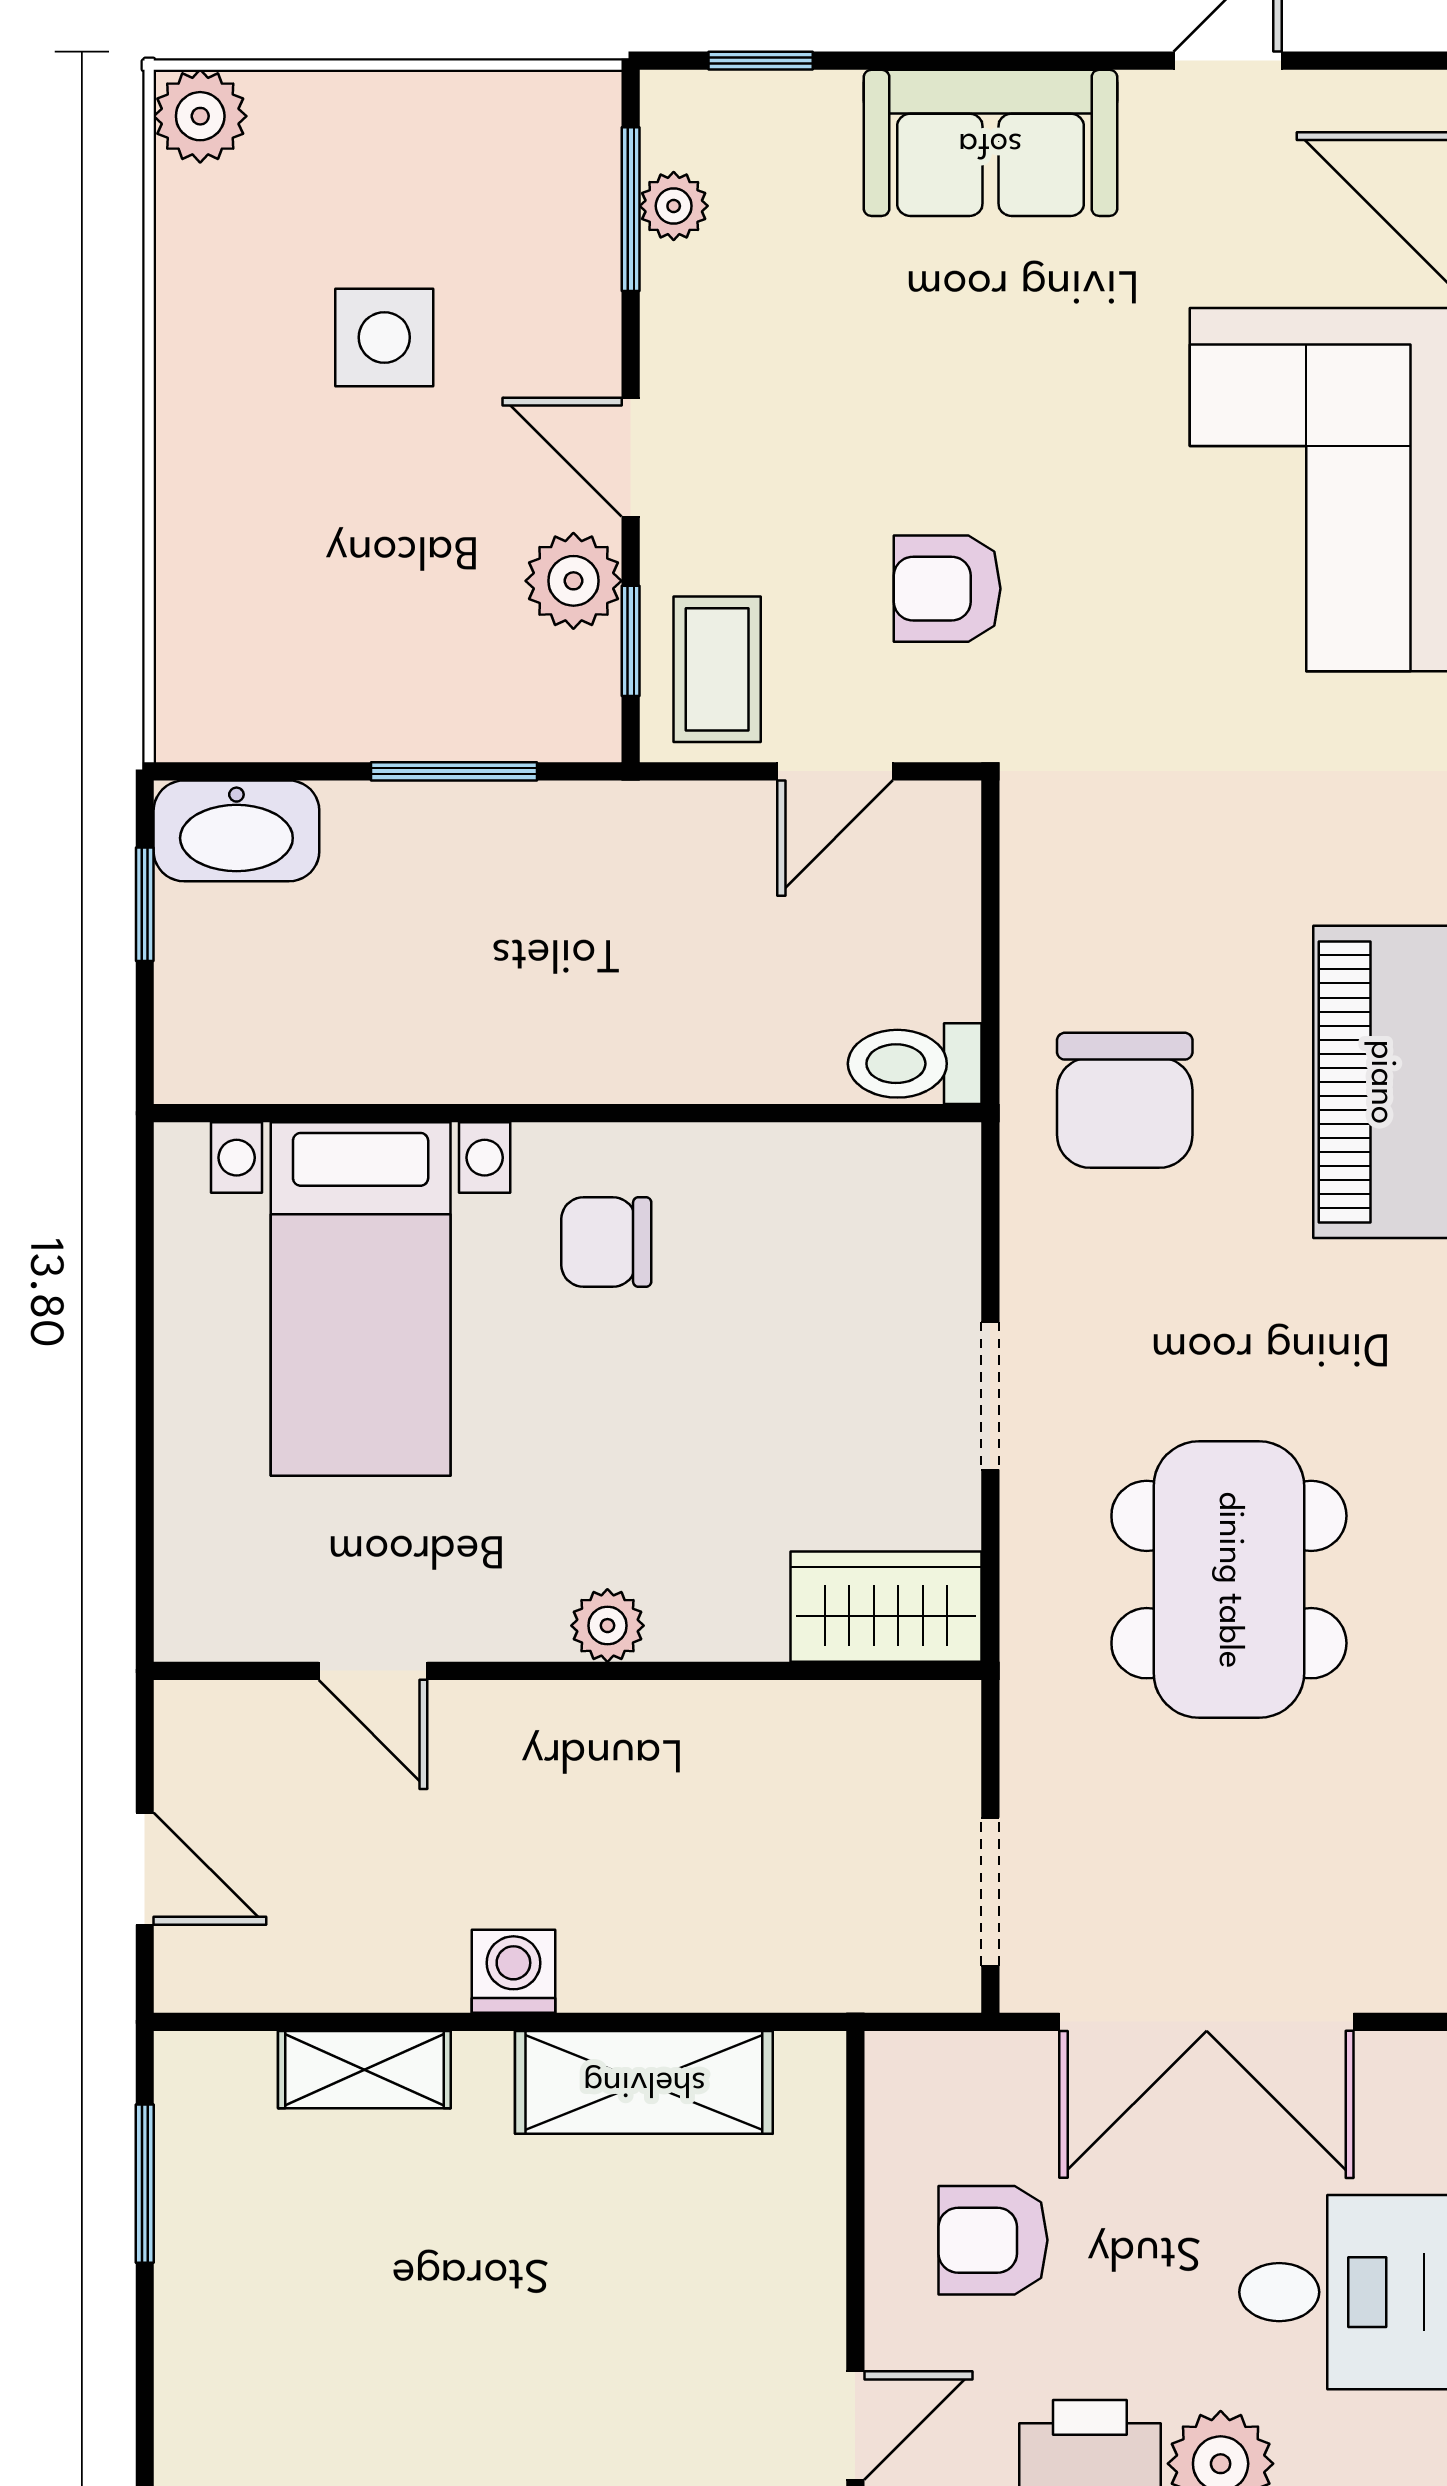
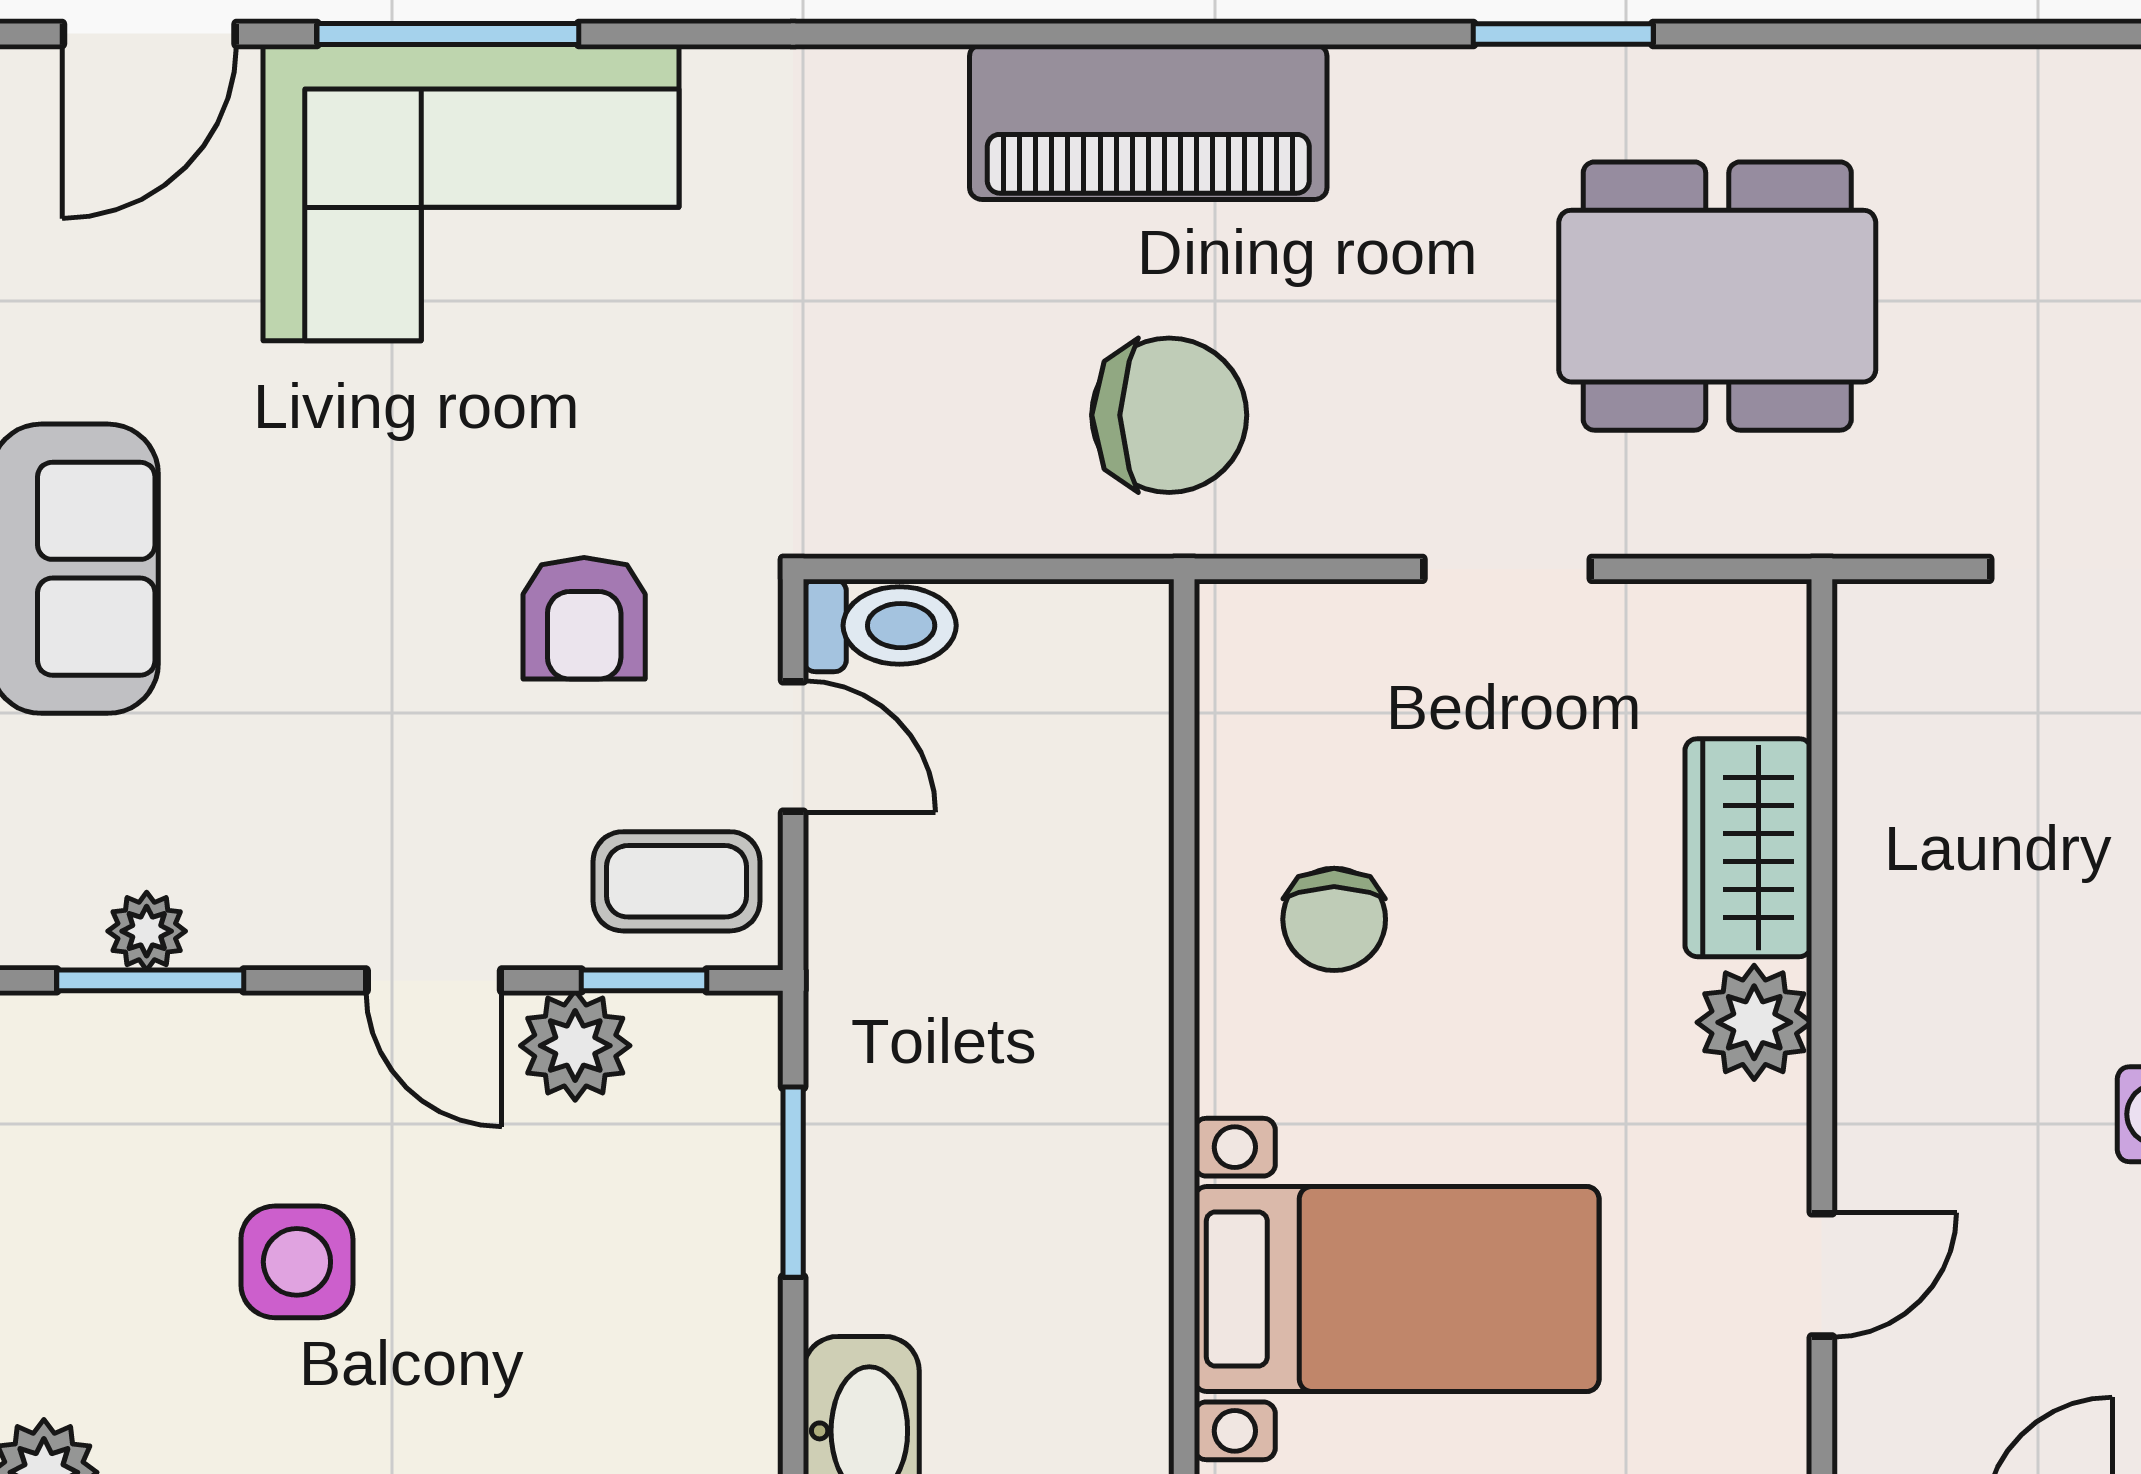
door: (631, 457) -> (434, 980), hinge flipped
toilet: (915, 1064) -> (880, 626), moved, turned -90
chair: (606, 1242) -> (1334, 919), moved
wardrobe: (886, 1607) -> (1748, 848), moved
plant: (607, 1626) -> (1754, 1022), width x1.38, depth x1.38

